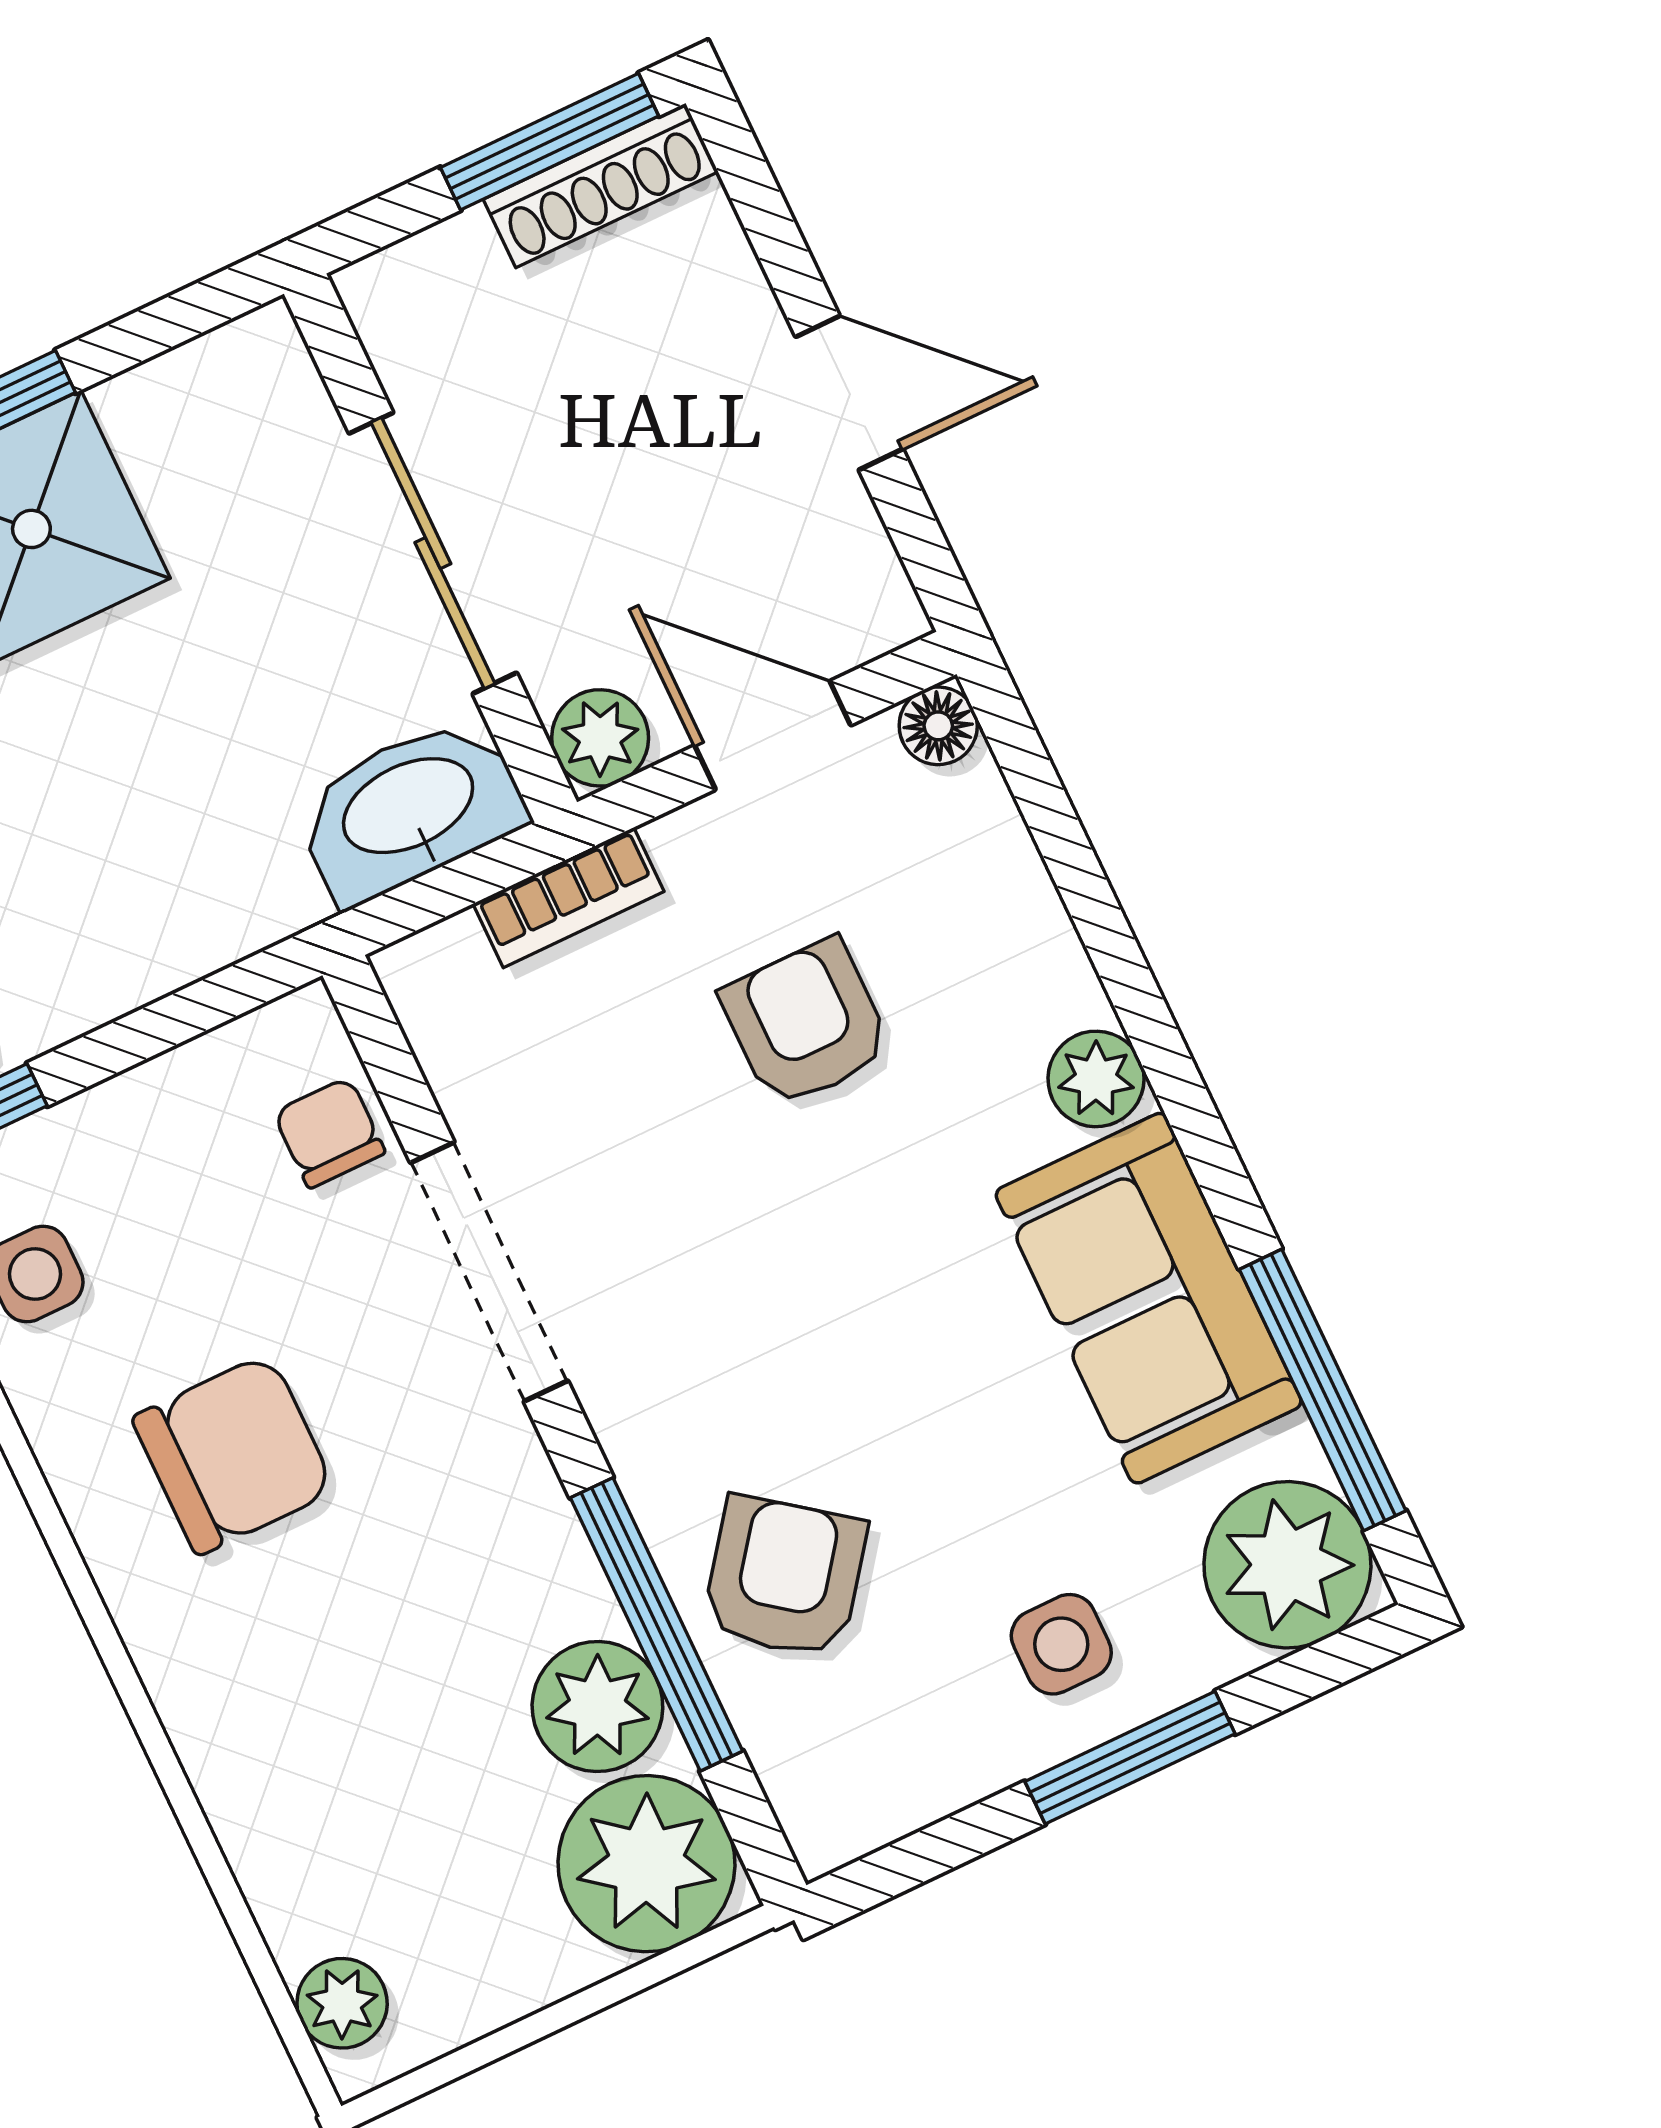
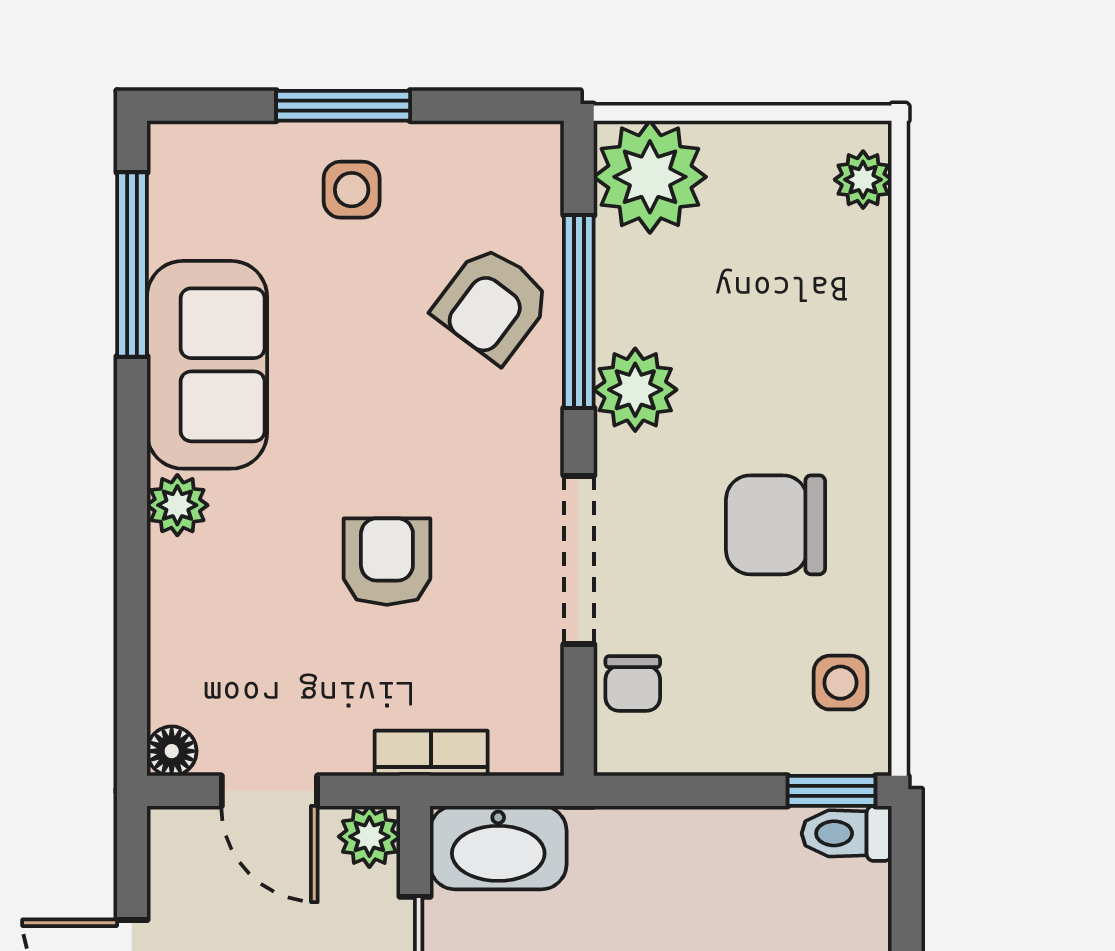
armchair: (806, 1023) -> (387, 562), moved, turned 180
plant: (1287, 1565) -> (200, 174), removed
plant: (597, 1707) -> (635, 390), moved

